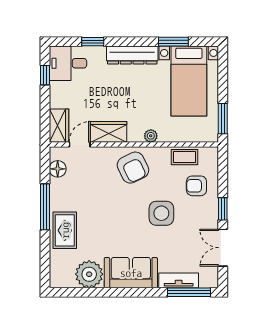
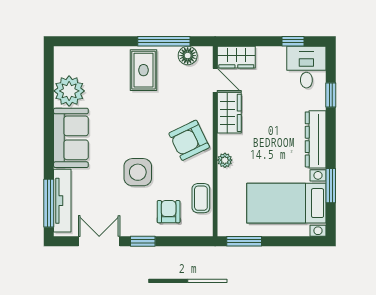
window: (45, 207) -> (164, 41), moved
rug: (65, 230) -> (144, 70), moved, turned 90
tv unit: (179, 280) -> (62, 201), width x1.41

